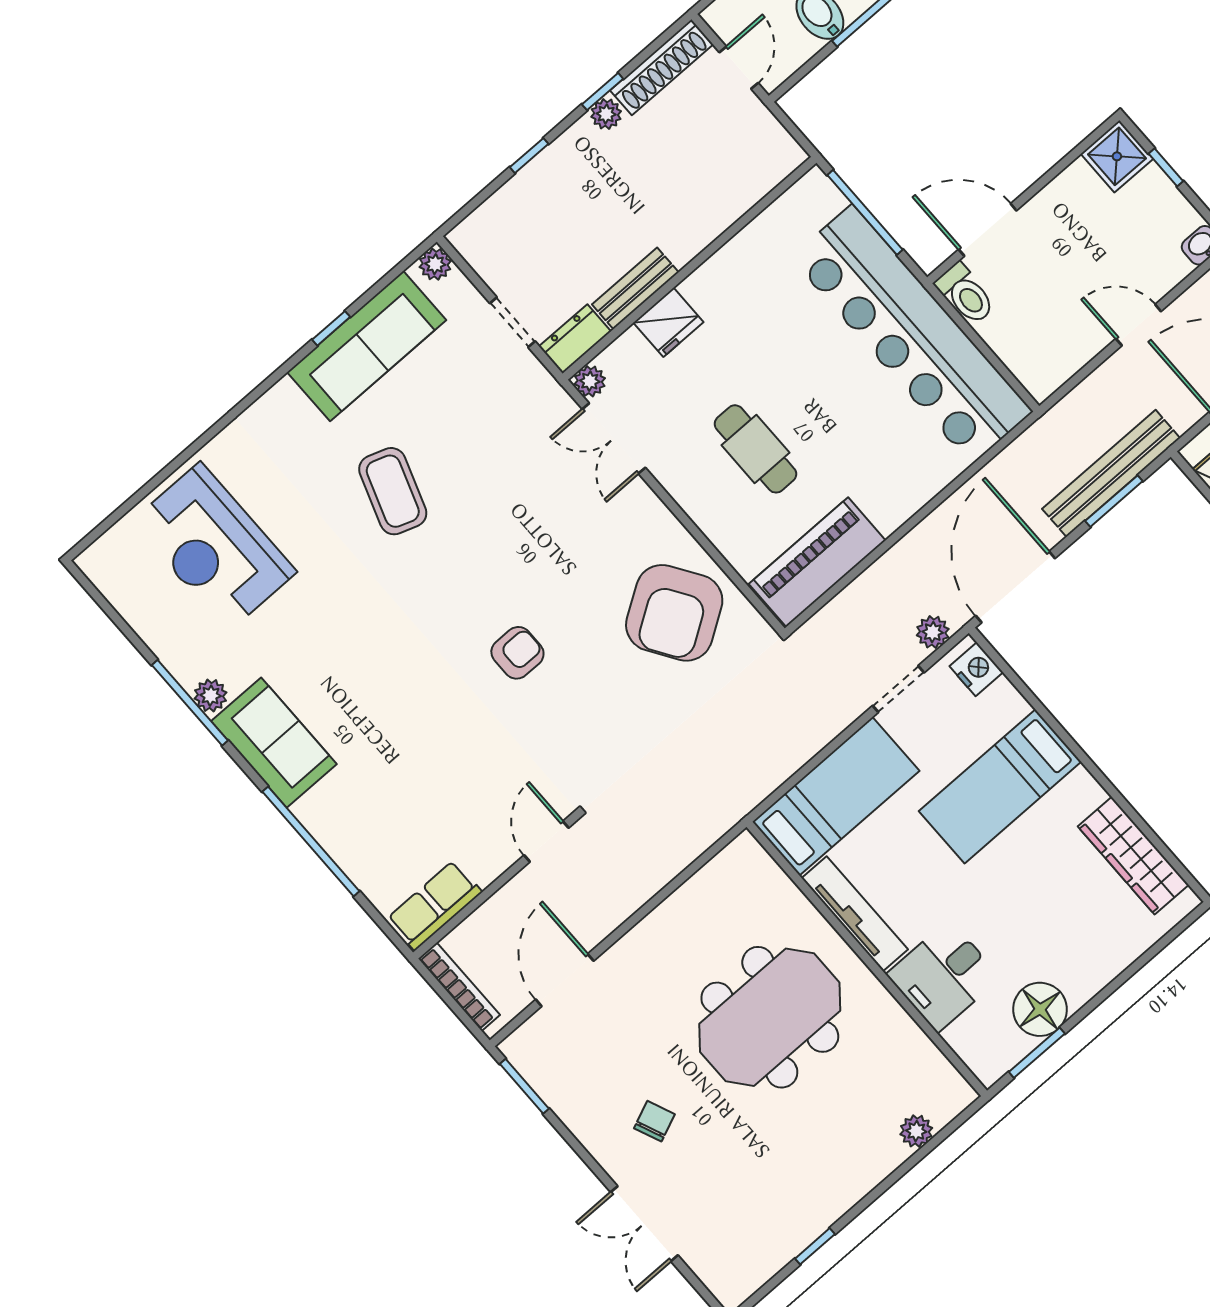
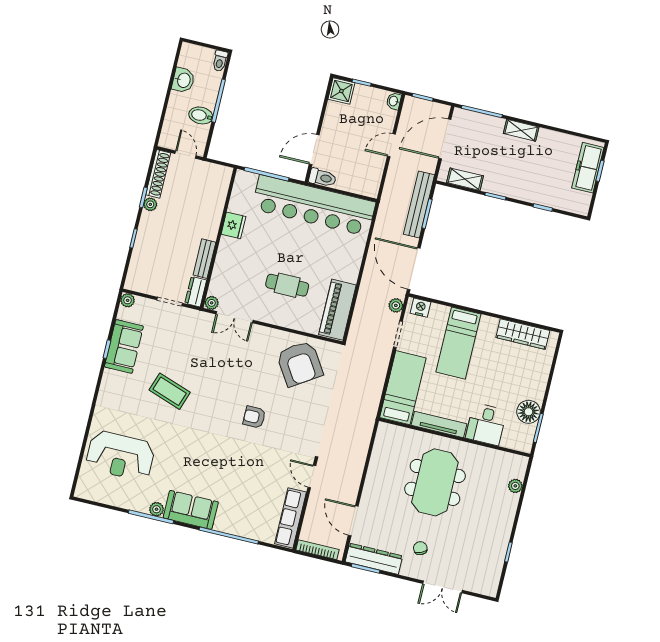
fridge: (668, 322) -> (233, 225), moved
sofa: (367, 346) -> (124, 346), width x0.73
armchair: (517, 653) -> (254, 417), turned -90
row of seats: (434, 905) -> (291, 518), width x1.48
dresser: (553, 1079) -> (374, 559), added

